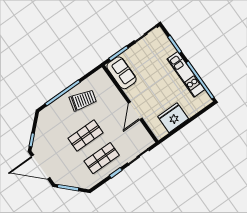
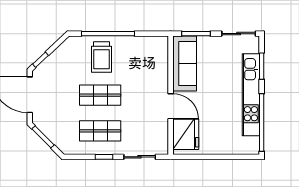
sofa: (121, 73) -> (185, 64), width x1.36
kitchen unit: (186, 74) -> (251, 95), width x1.36
trolley: (83, 100) -> (101, 57), moved, turned 75
door: (135, 111) -> (171, 106), swing flipped
fridge: (173, 118) -> (186, 134), moved, turned 90

